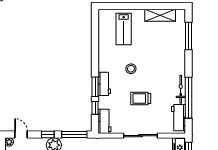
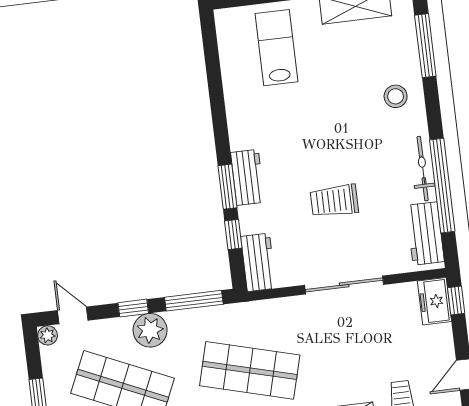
lab bench: (124, 29) -> (276, 48), turned 180
stool: (131, 69) -> (396, 96), moved

